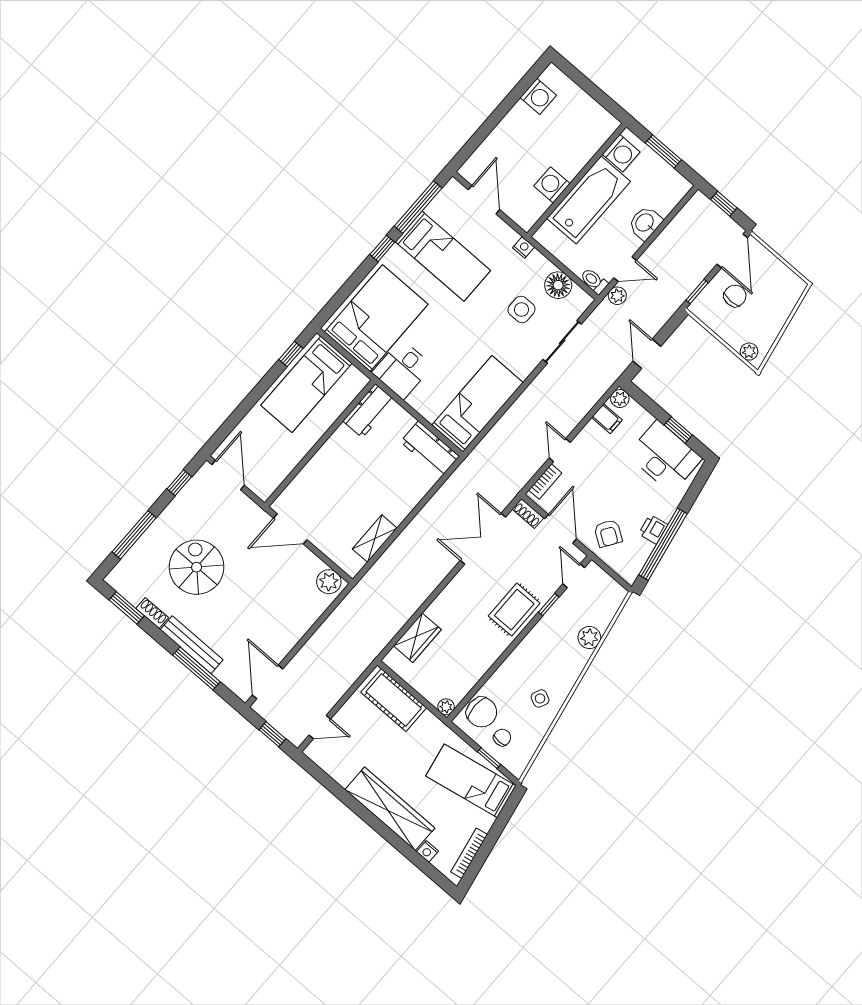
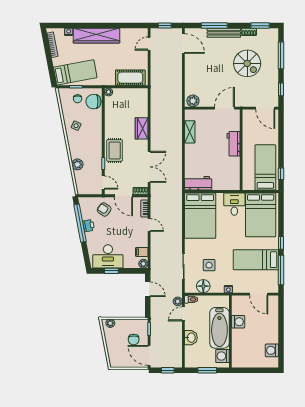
bed: (478, 404) -> (200, 216), width x1.50
workbench: (369, 411) -> (233, 144), moved
wardrobe: (417, 638) -> (142, 128), moved

